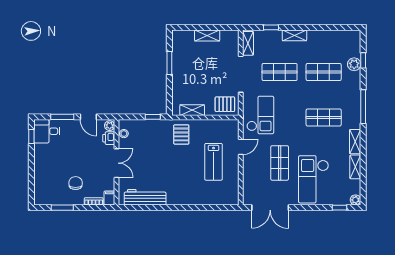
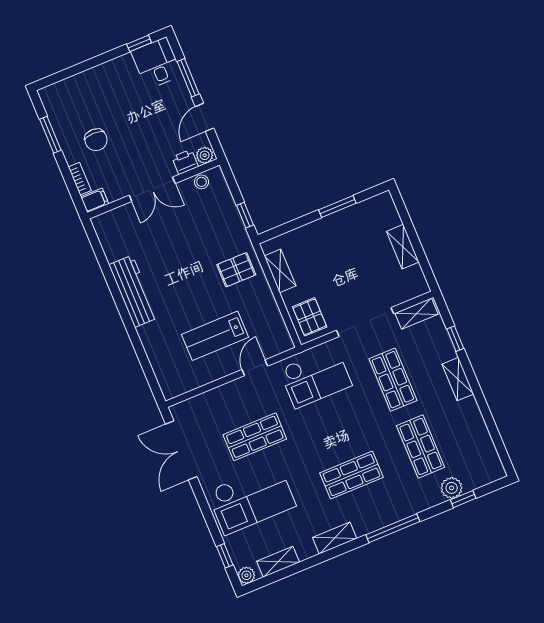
shop shelf: (324, 117) -> (352, 475), turned 90
door: (241, 147) -> (255, 368), swing flipped
shelving: (355, 167) -> (278, 562), moved
checkout: (314, 179) -> (251, 499), turned 180
chair: (76, 183) -> (96, 140), turned 90
workbench: (145, 197) -> (133, 291), moved

